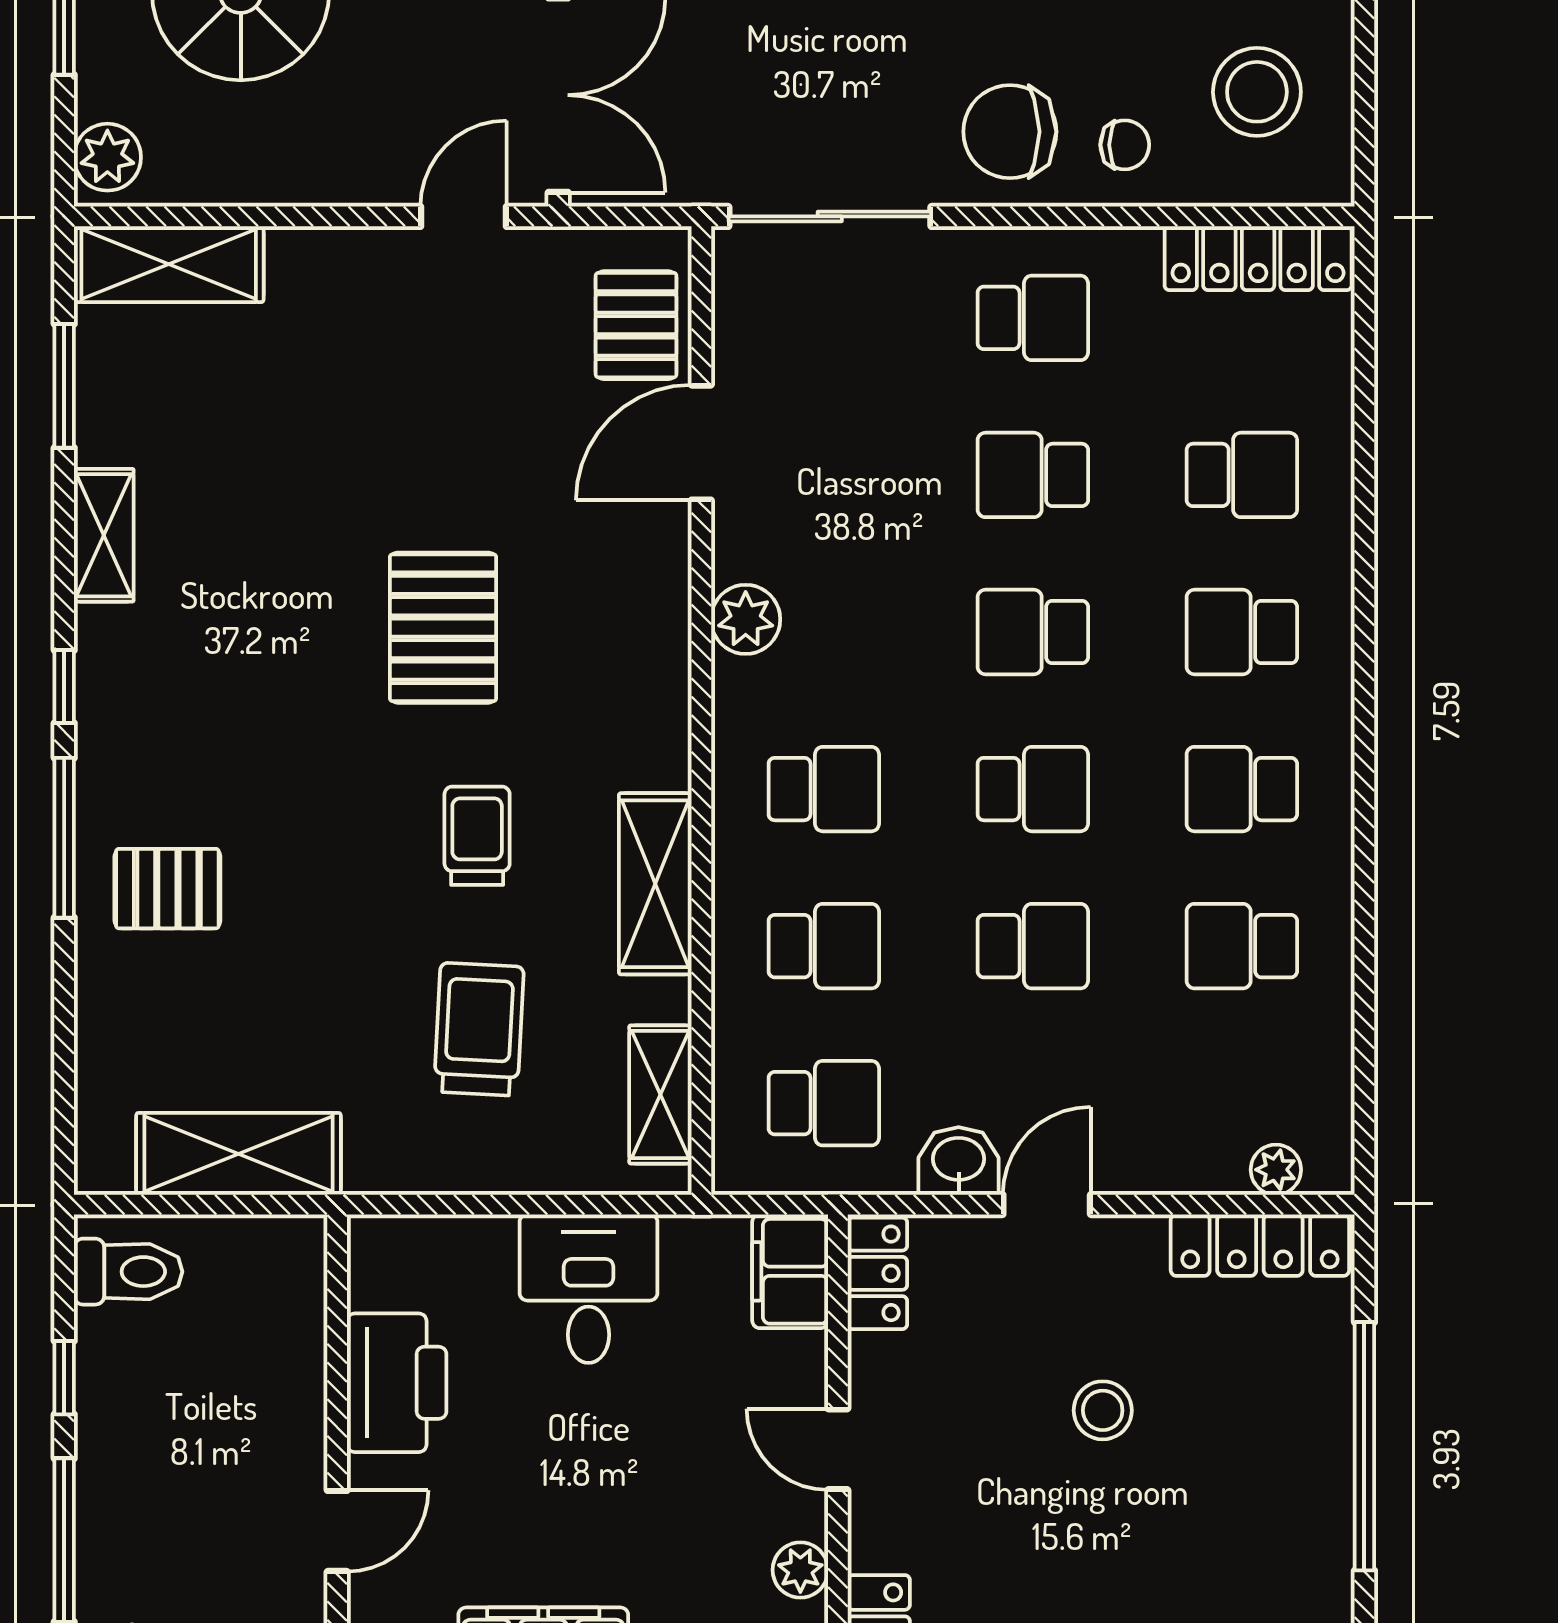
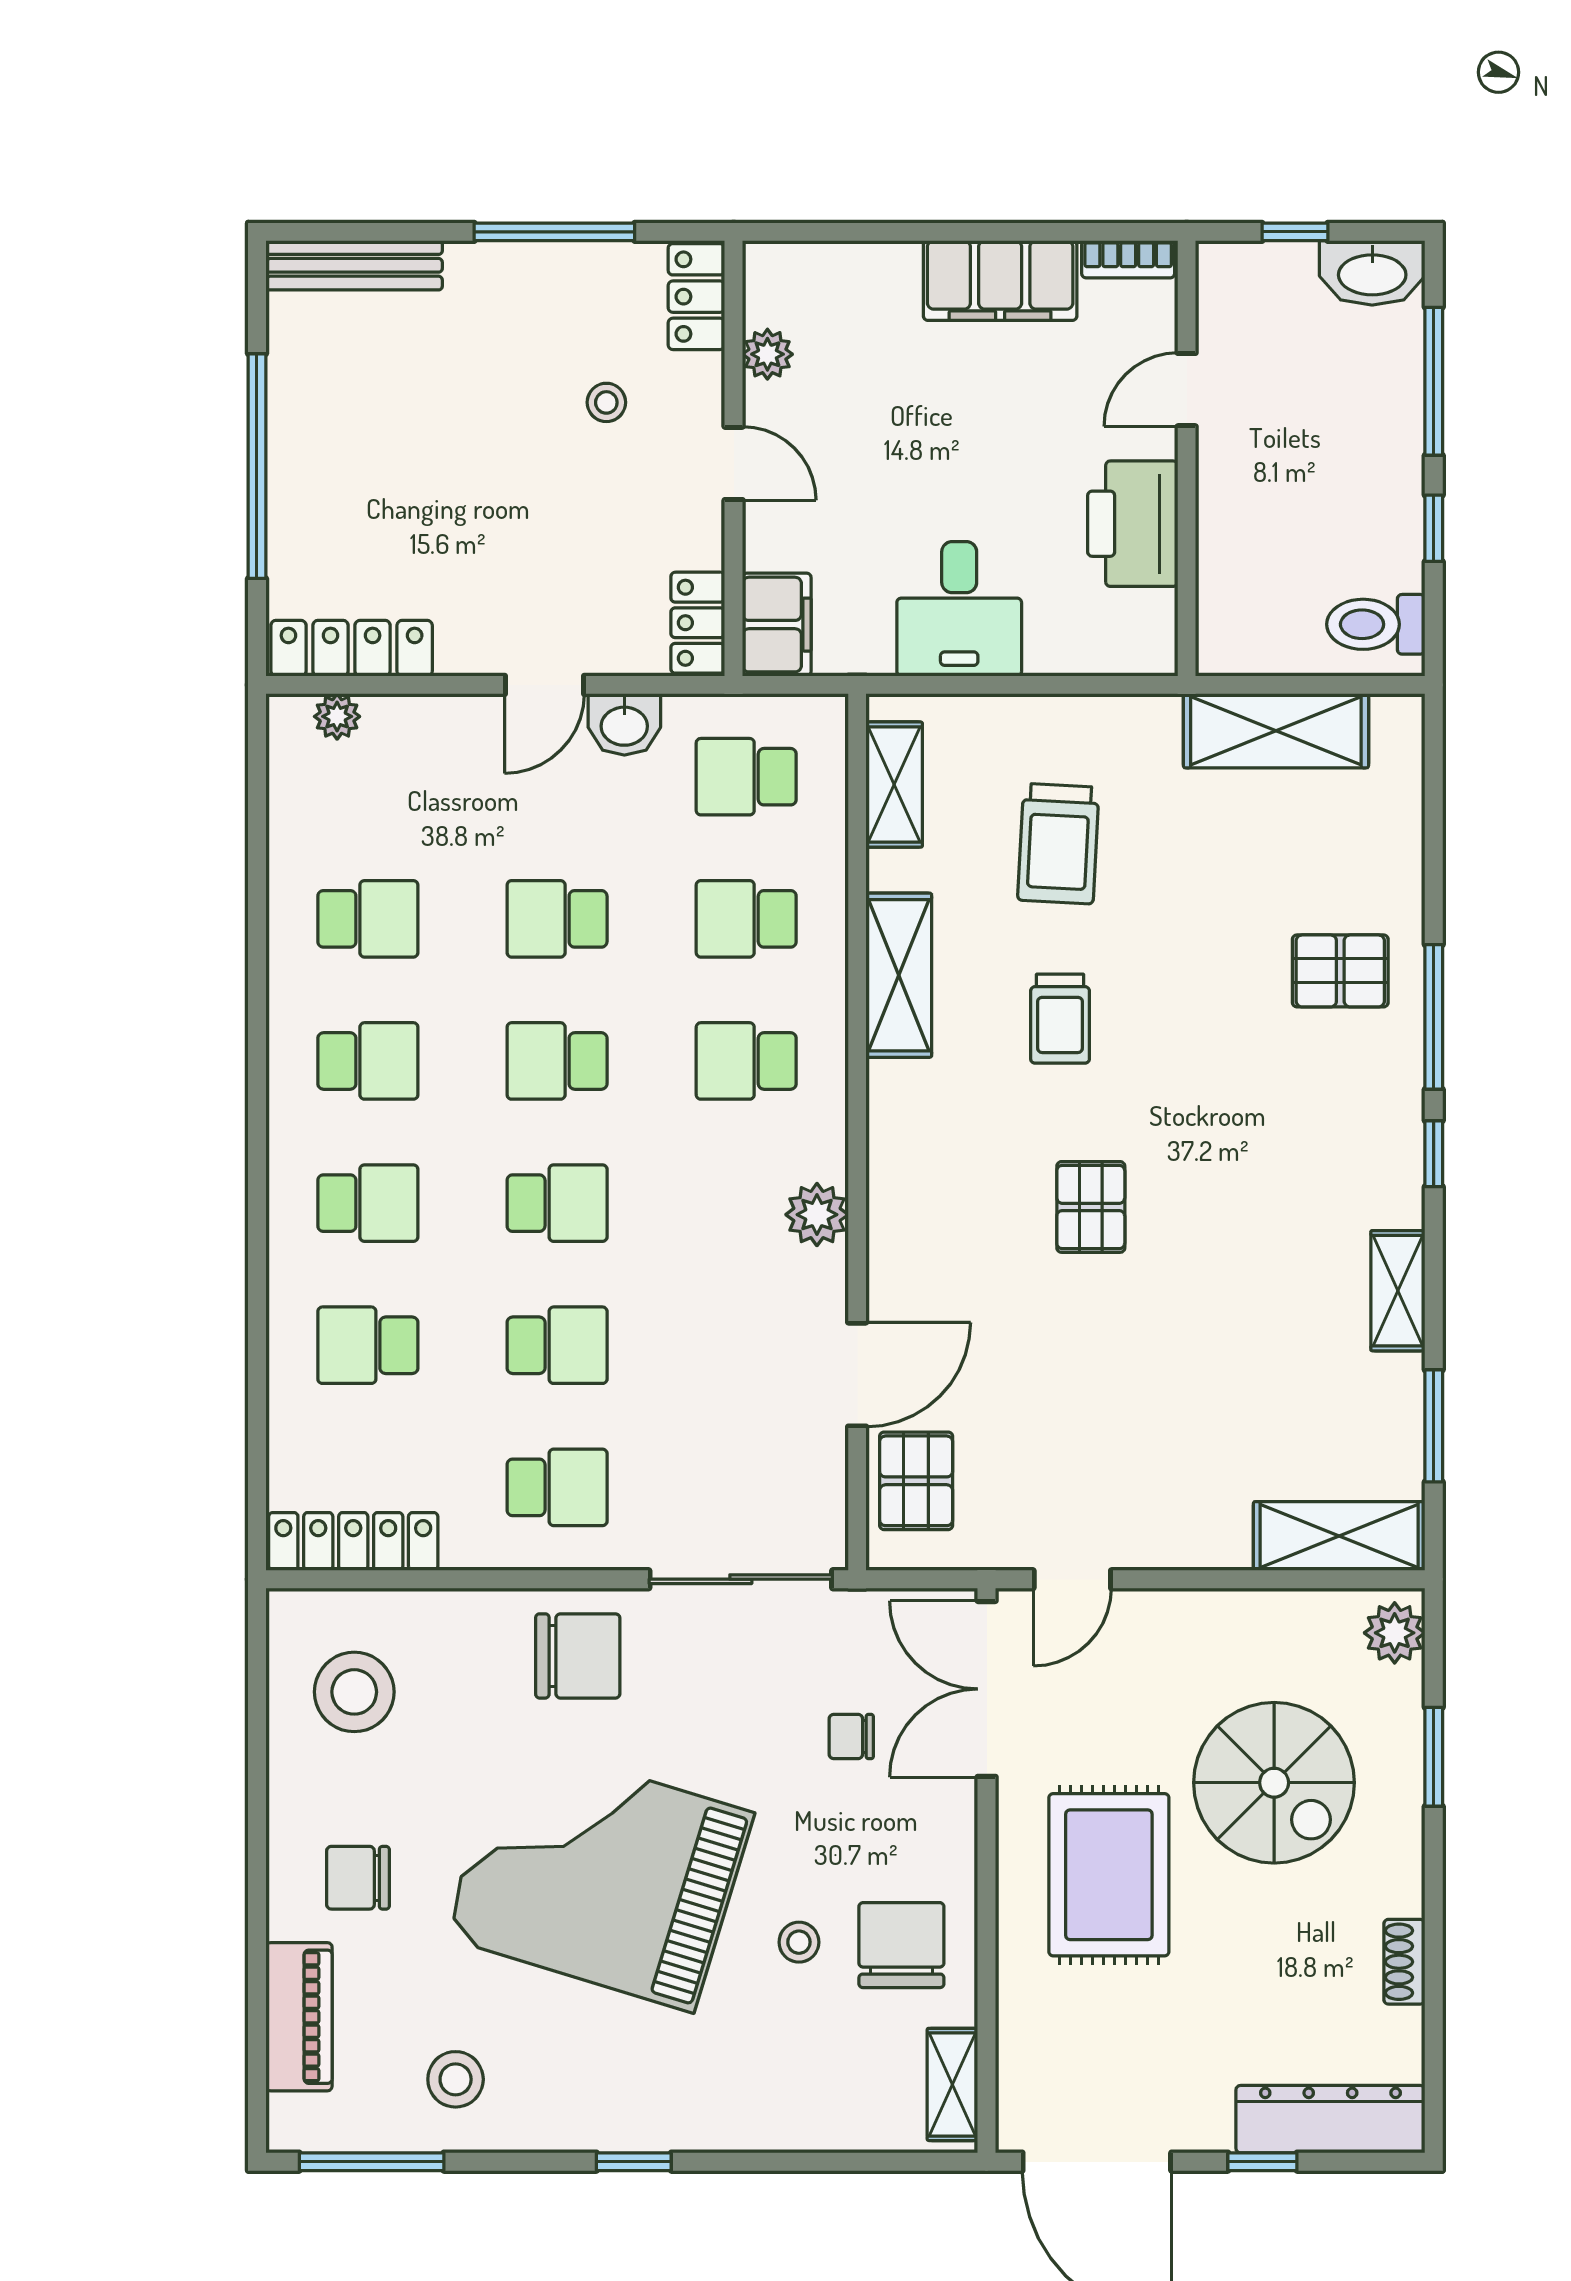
chair: (1125, 145) -> (851, 1737), moved
school desk: (1033, 318) -> (557, 1487), turned 180
pallet: (443, 628) -> (1091, 1207), width x0.67, depth x0.71
stool: (1103, 1410) -> (606, 402), moved, width x0.73, depth x0.73

